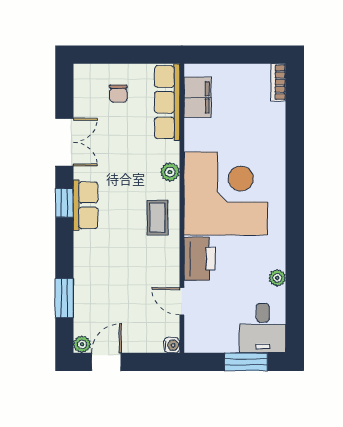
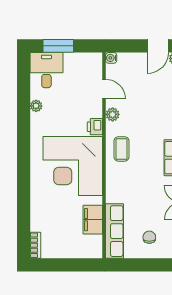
filing cabinet: (198, 97) -> (93, 220), moved
plant: (170, 172) -> (113, 114), moved
printer: (200, 259) -> (95, 127), width x0.53, depth x0.68

